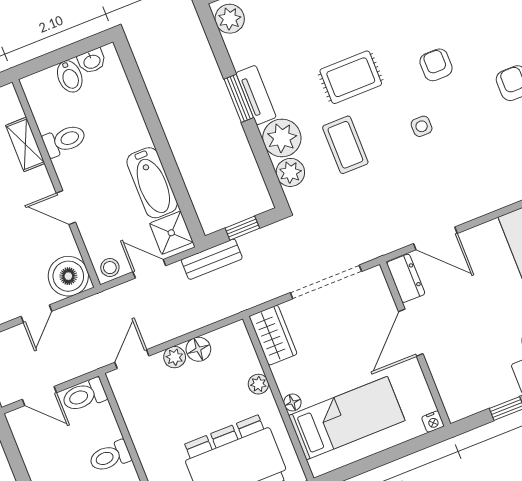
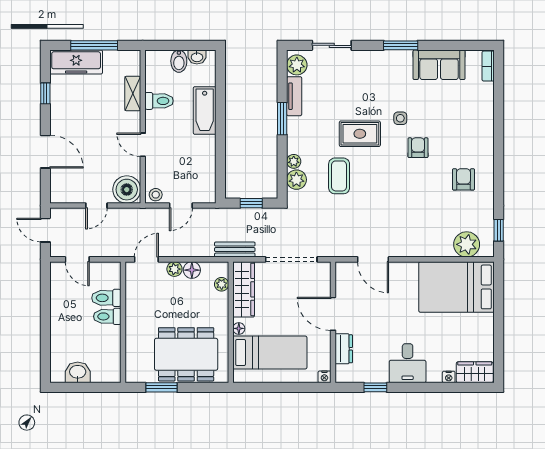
tv unit: (256, 95) -> (294, 96), moved
side table: (422, 126) -> (400, 118), moved
plant: (282, 138) -> (294, 161), width x0.53, depth x0.53
bathtub: (152, 183) -> (205, 110), moved
shower: (171, 233) -> (204, 188), removed
bench: (212, 259) -> (235, 250), moved
door: (149, 269) -> (181, 206), swing flipped
dresser: (406, 278) -> (344, 349), moved
door: (411, 333) -> (333, 314), hinge flipped
wardrobe: (273, 335) -> (244, 289), width x1.50
plant: (258, 384) -> (222, 284), moved
toilet: (84, 395) -> (106, 298), moved

